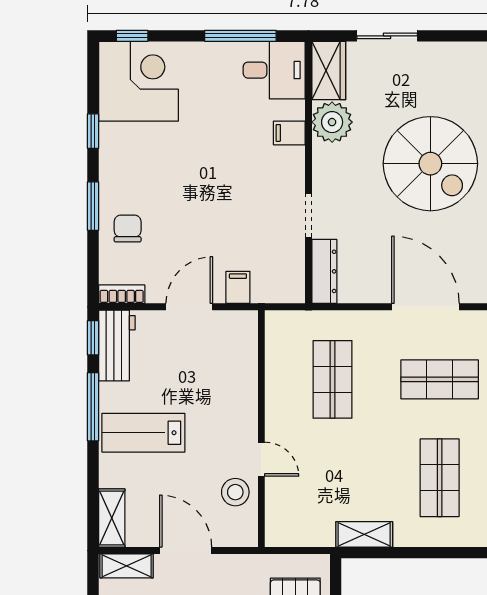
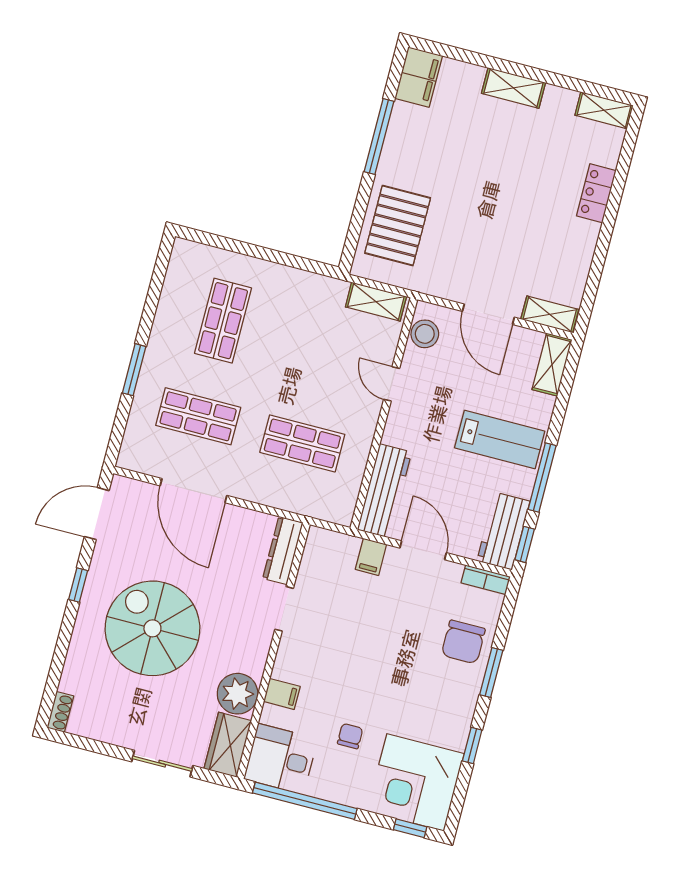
window: (240, 36) -> (305, 801), width x1.46
chair: (213, 110) -> (350, 736), added
chair: (128, 229) -> (463, 642), width x1.37, depth x1.37
door: (189, 307) -> (423, 550), swing flipped
workbench: (241, 354) -> (384, 491), added
shop shelf: (332, 379) -> (302, 443), turned 90
stool: (235, 492) -> (425, 334), moved
shelving: (364, 534) -> (376, 302), moved

